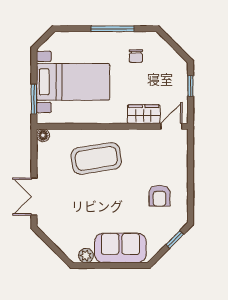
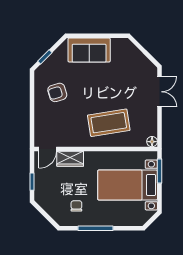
armchair: (159, 196) -> (57, 92), turned -107
plant: (86, 256) -> (117, 44), removed

